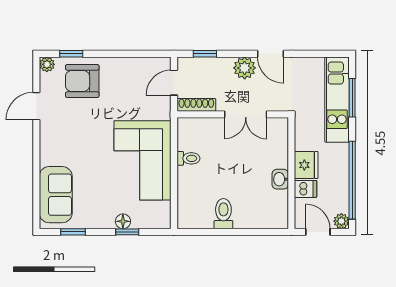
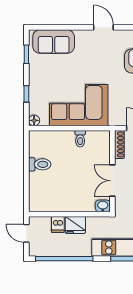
door: (36, 106) -> (103, 27), moved
washbasin: (280, 179) -> (103, 206), moved
floor lamp: (123, 221) -> (34, 120), moved
plant: (341, 221) -> (34, 251), removed
door: (318, 232) -> (26, 233), swing flipped

